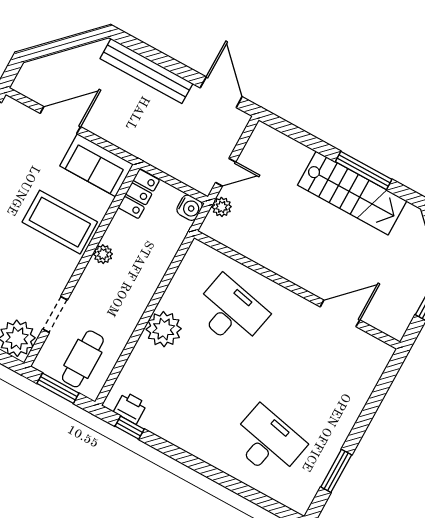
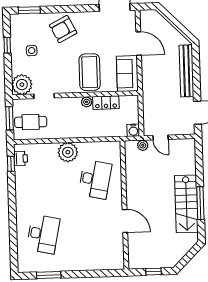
locker: (139, 194) -> (106, 103), moved
door: (340, 313) -> (125, 221), moved

